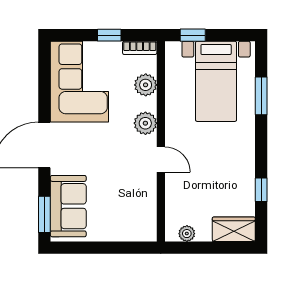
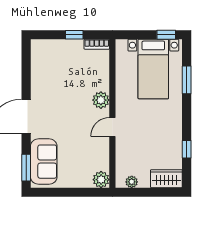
window: (193, 35) -> (166, 35), moved
corner sofa: (79, 82) -> (52, 69), removed
plant: (146, 85) -> (101, 180), moved
door: (161, 160) -> (112, 127), swing flipped

